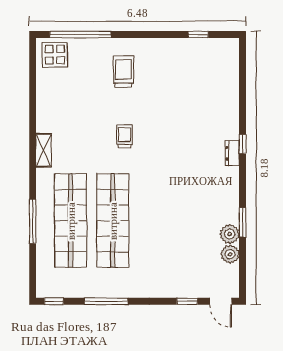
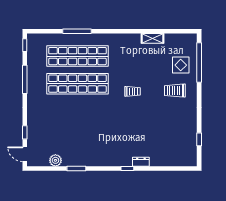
display table: (55, 55) -> (181, 65), moved
trolley: (123, 72) -> (175, 91), turned 180
shelving: (44, 150) -> (153, 38), moved
dresser: (232, 153) -> (141, 162), moved
plant: (230, 234) -> (69, 160), removed
door: (221, 301) -> (25, 154), hinge flipped

